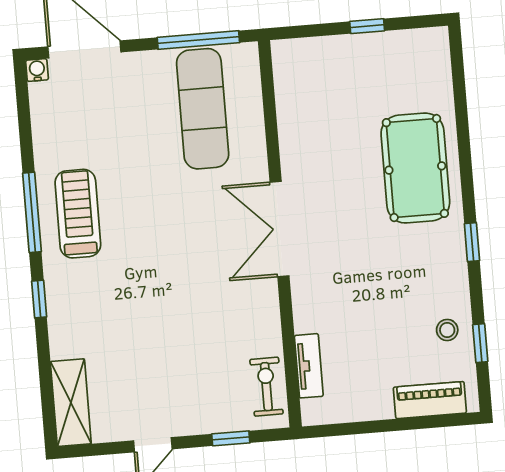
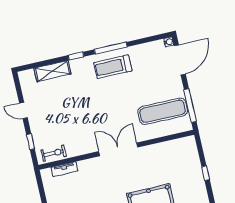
treadmill: (78, 214) -> (113, 67), turned 180
shelving: (71, 403) -> (52, 71), moved

